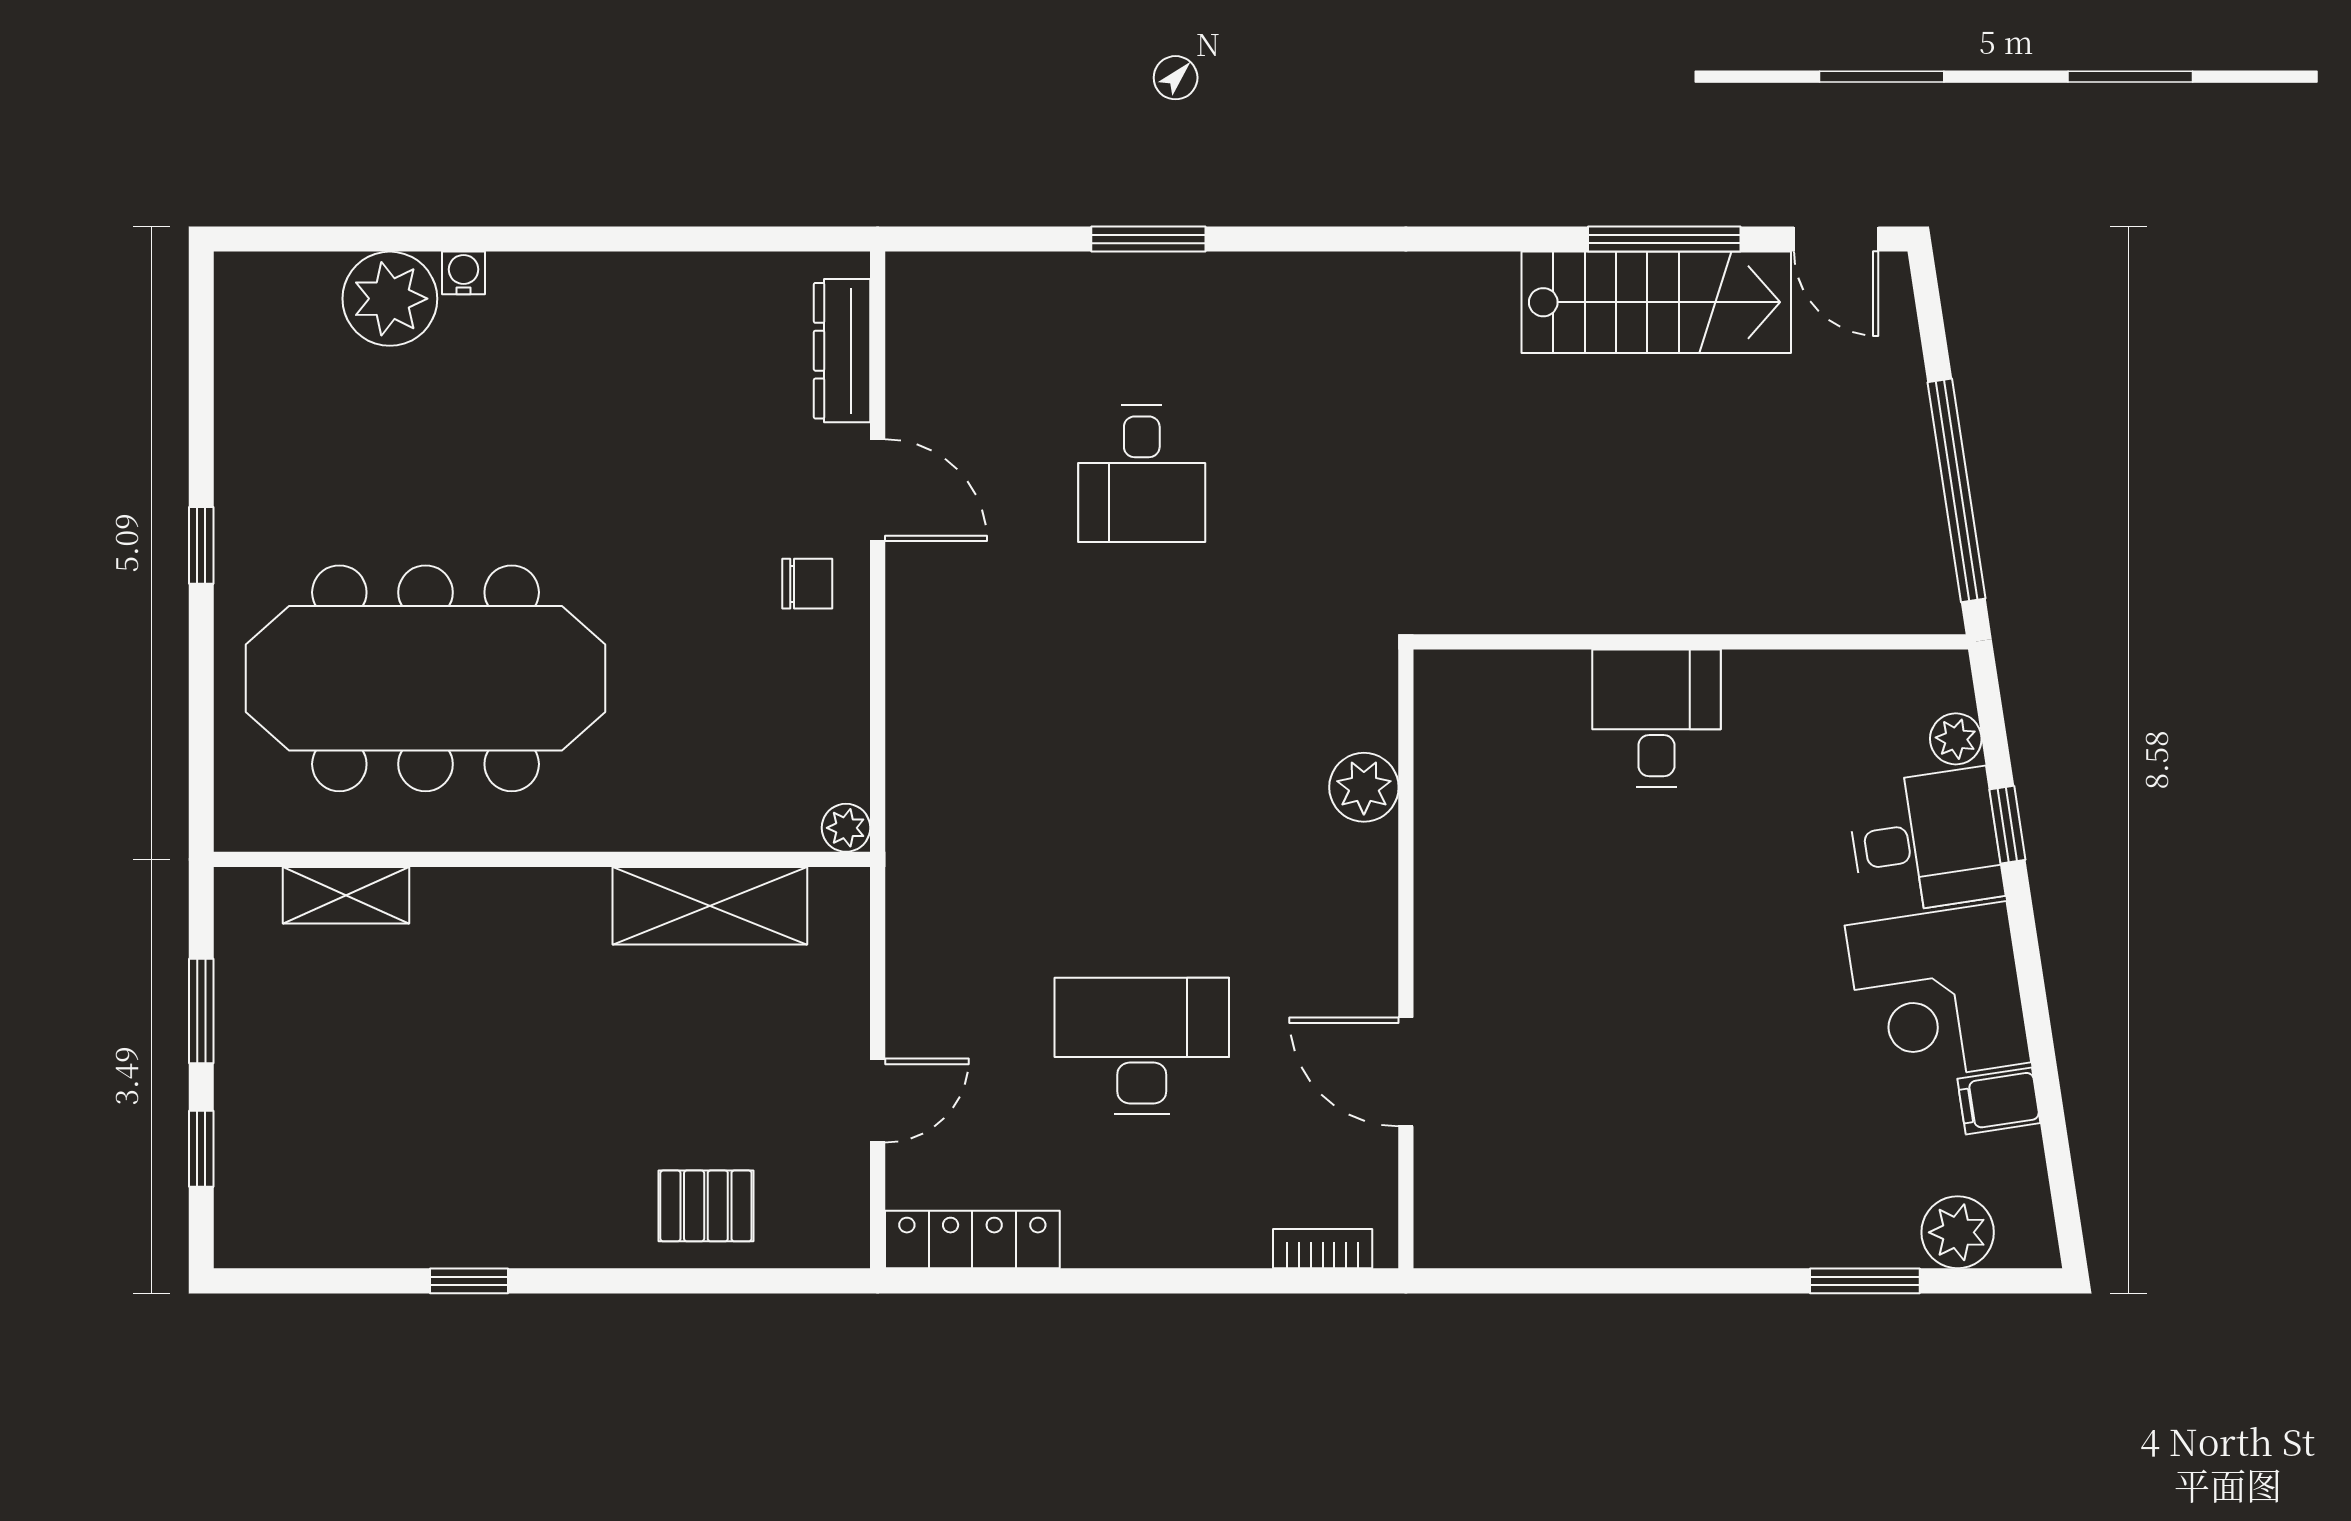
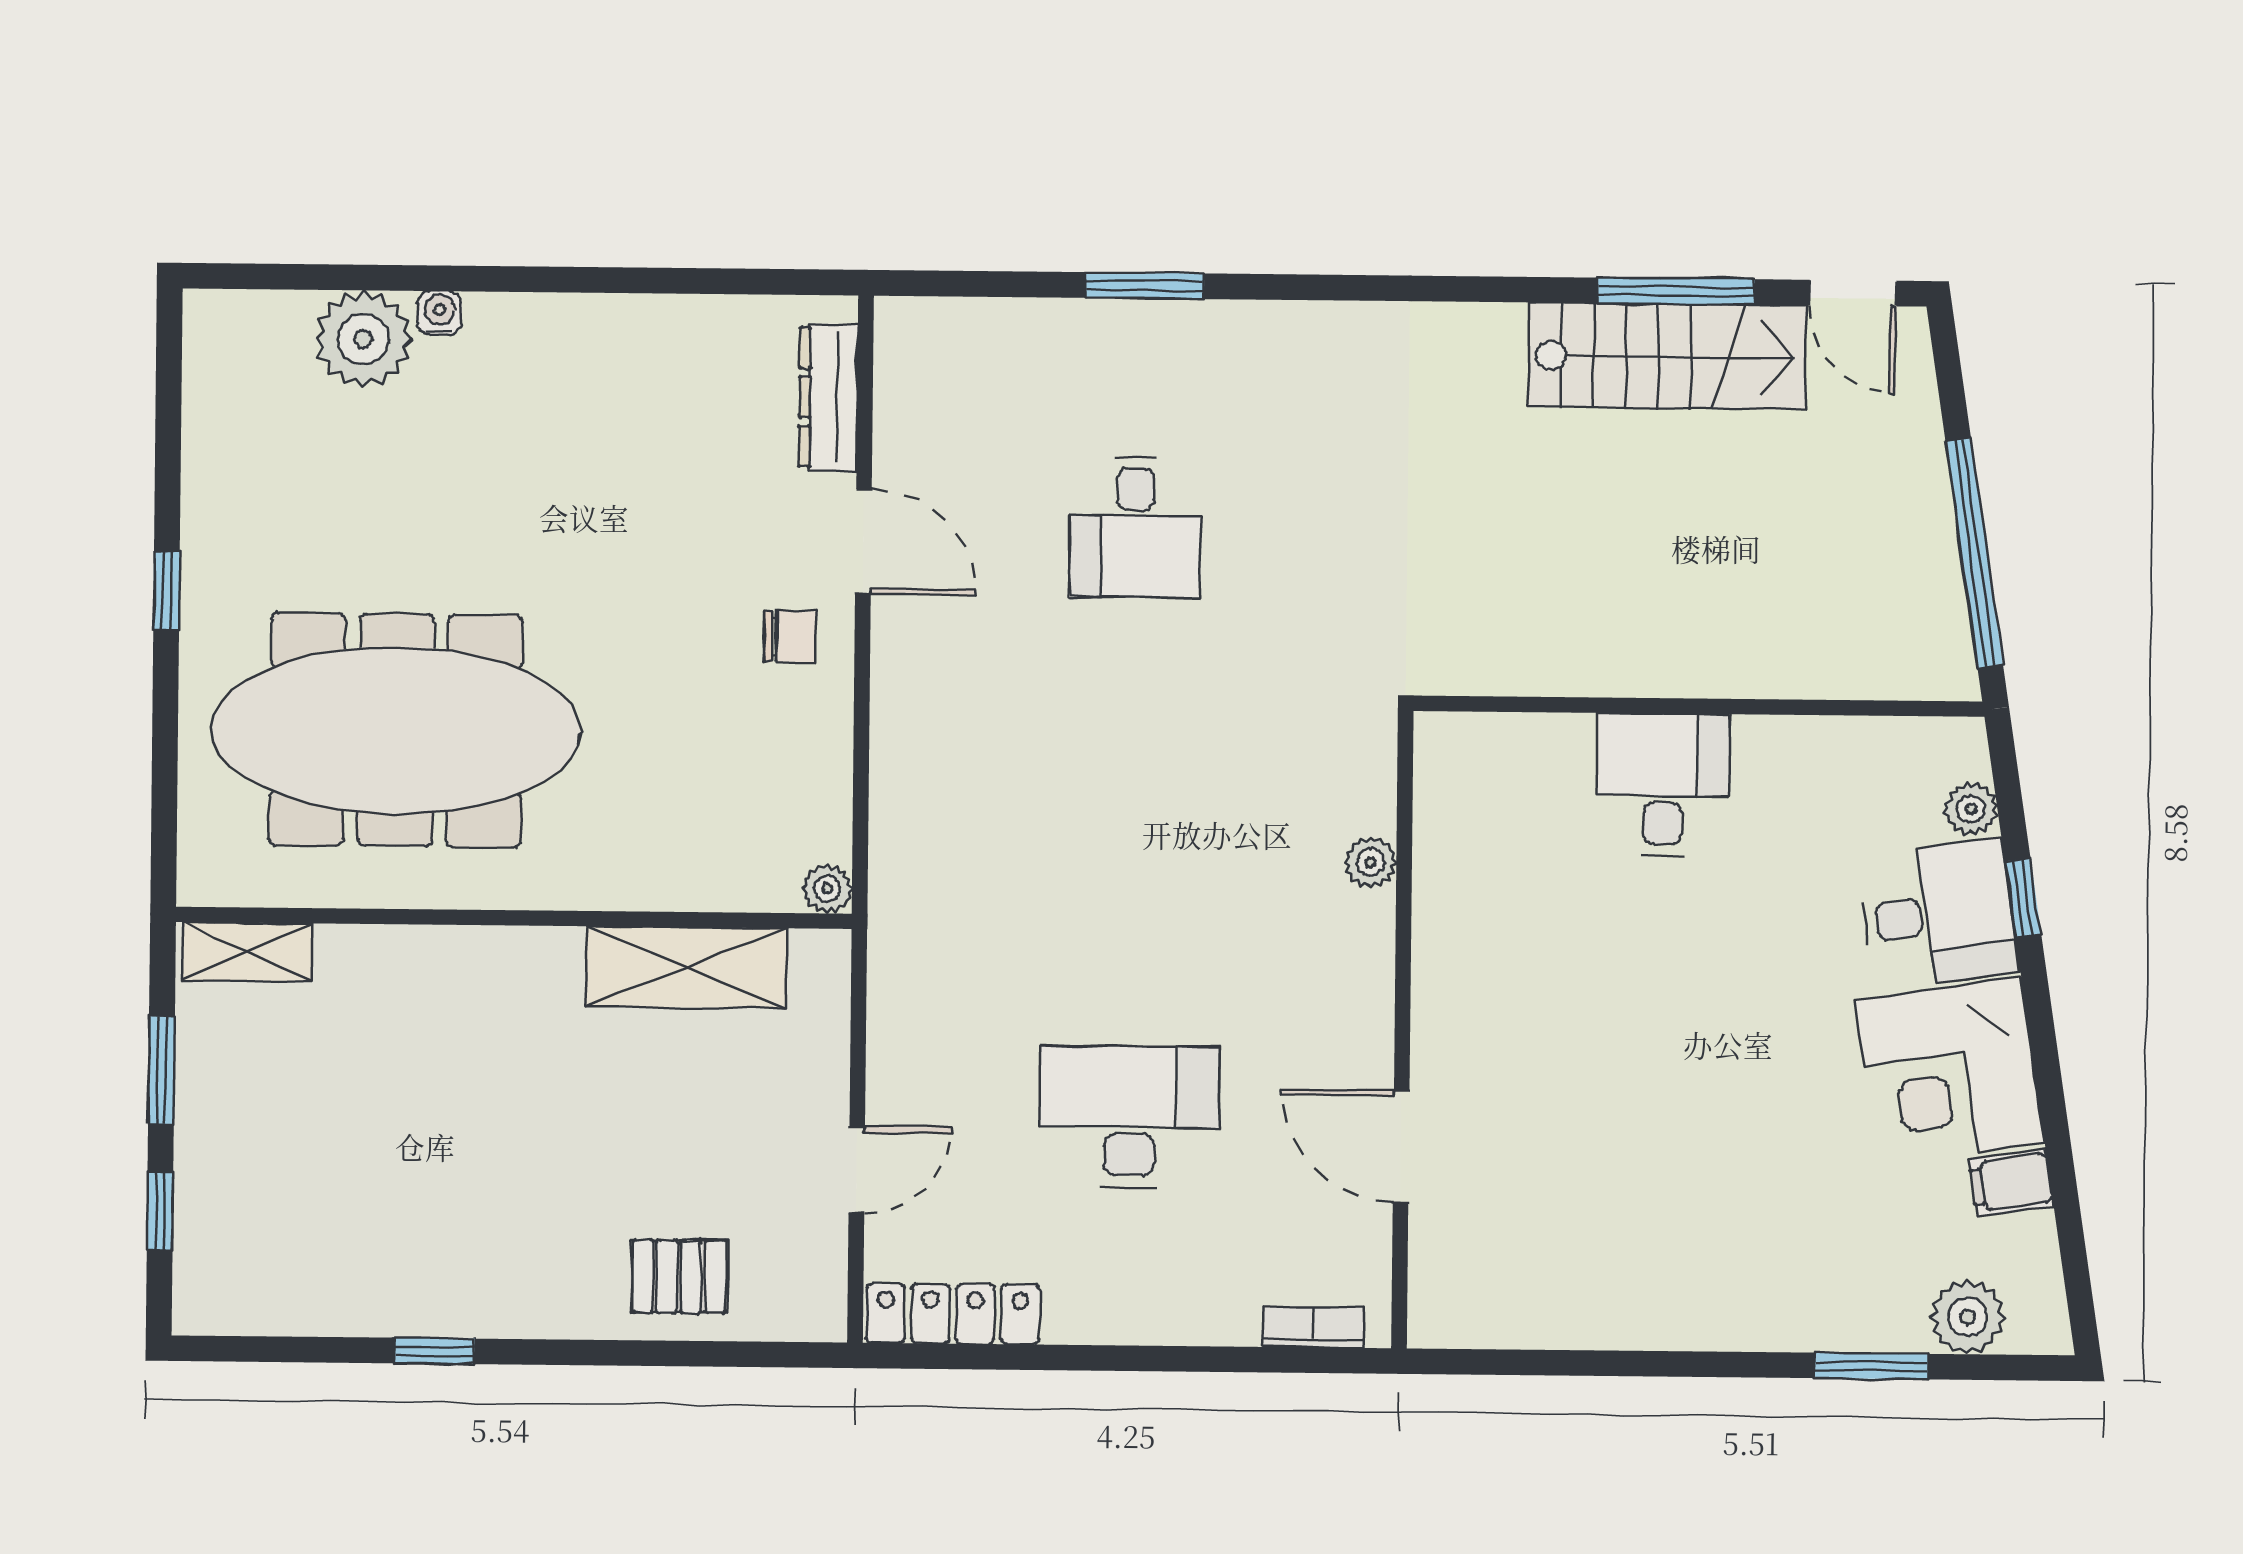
plant: (1364, 787) -> (1371, 862), width x0.73, depth x0.73
shelving: (346, 895) -> (247, 952), moved

